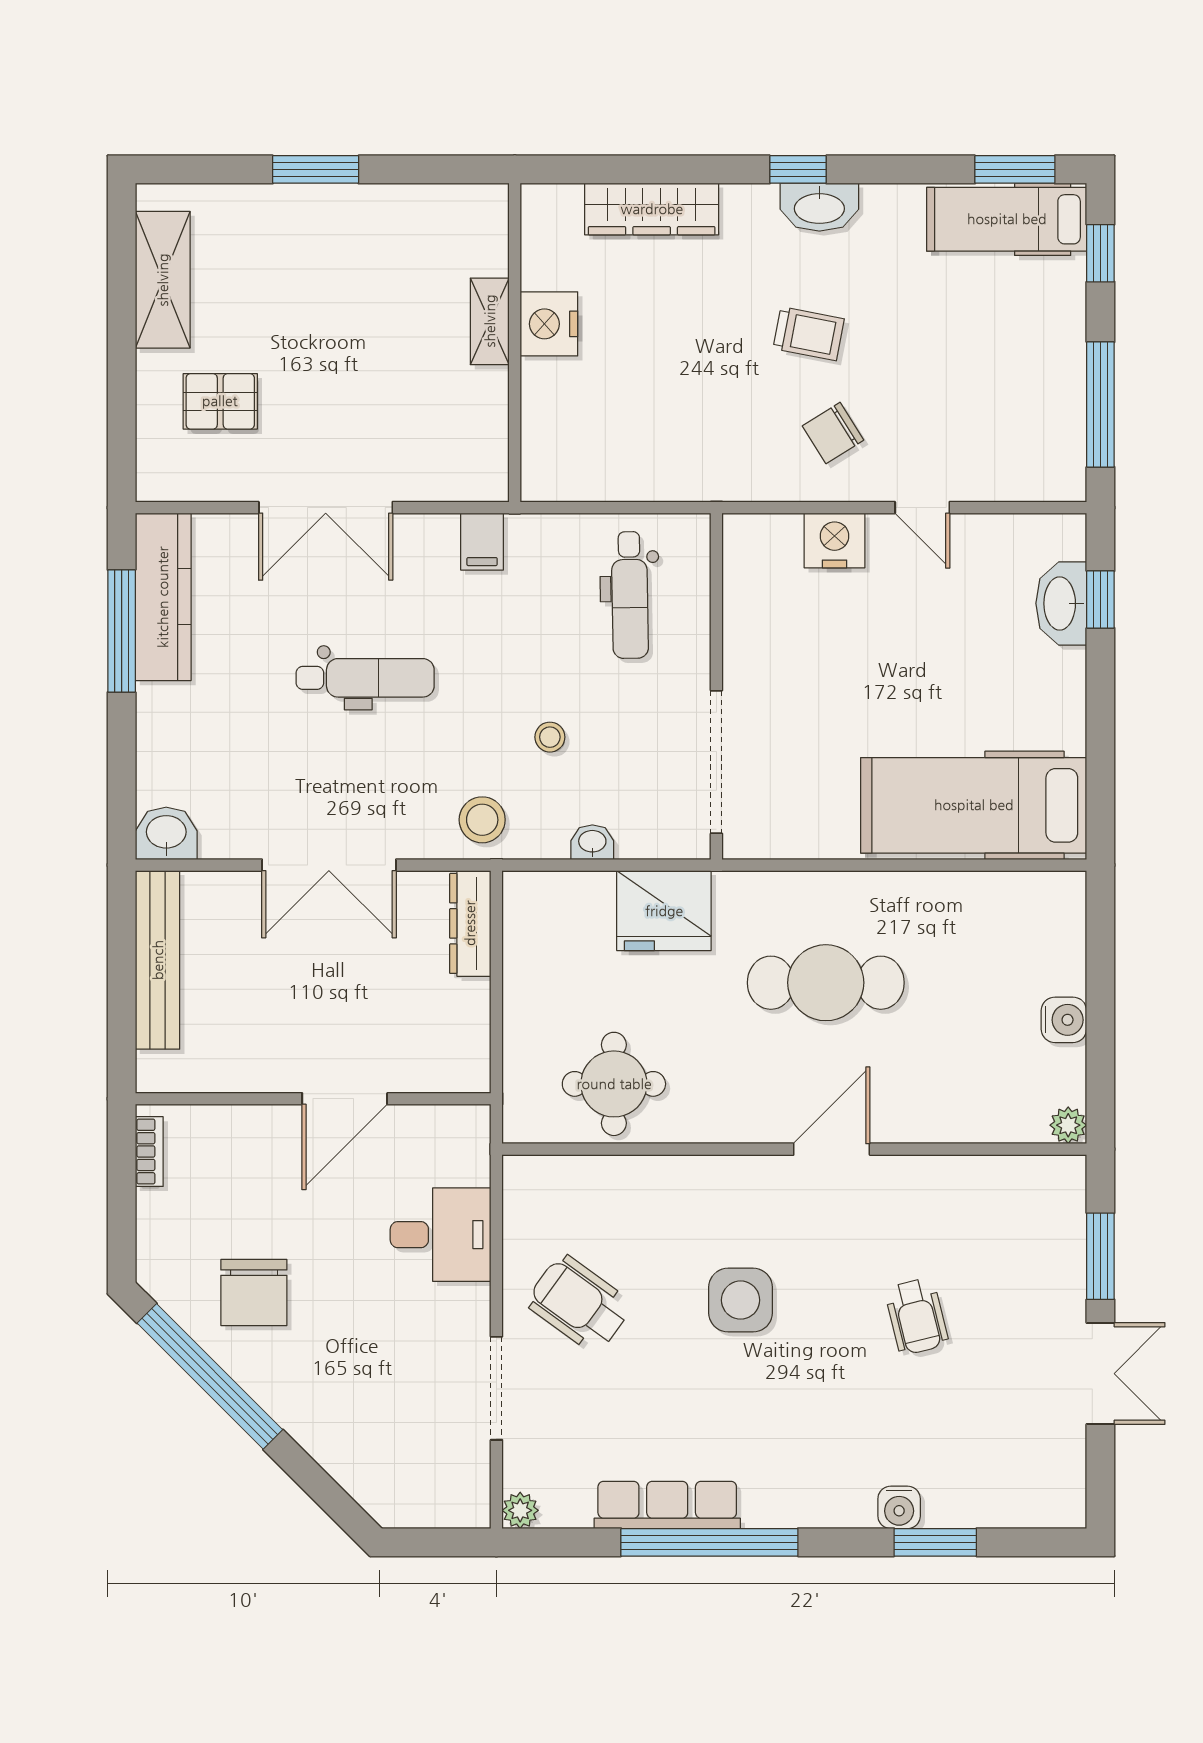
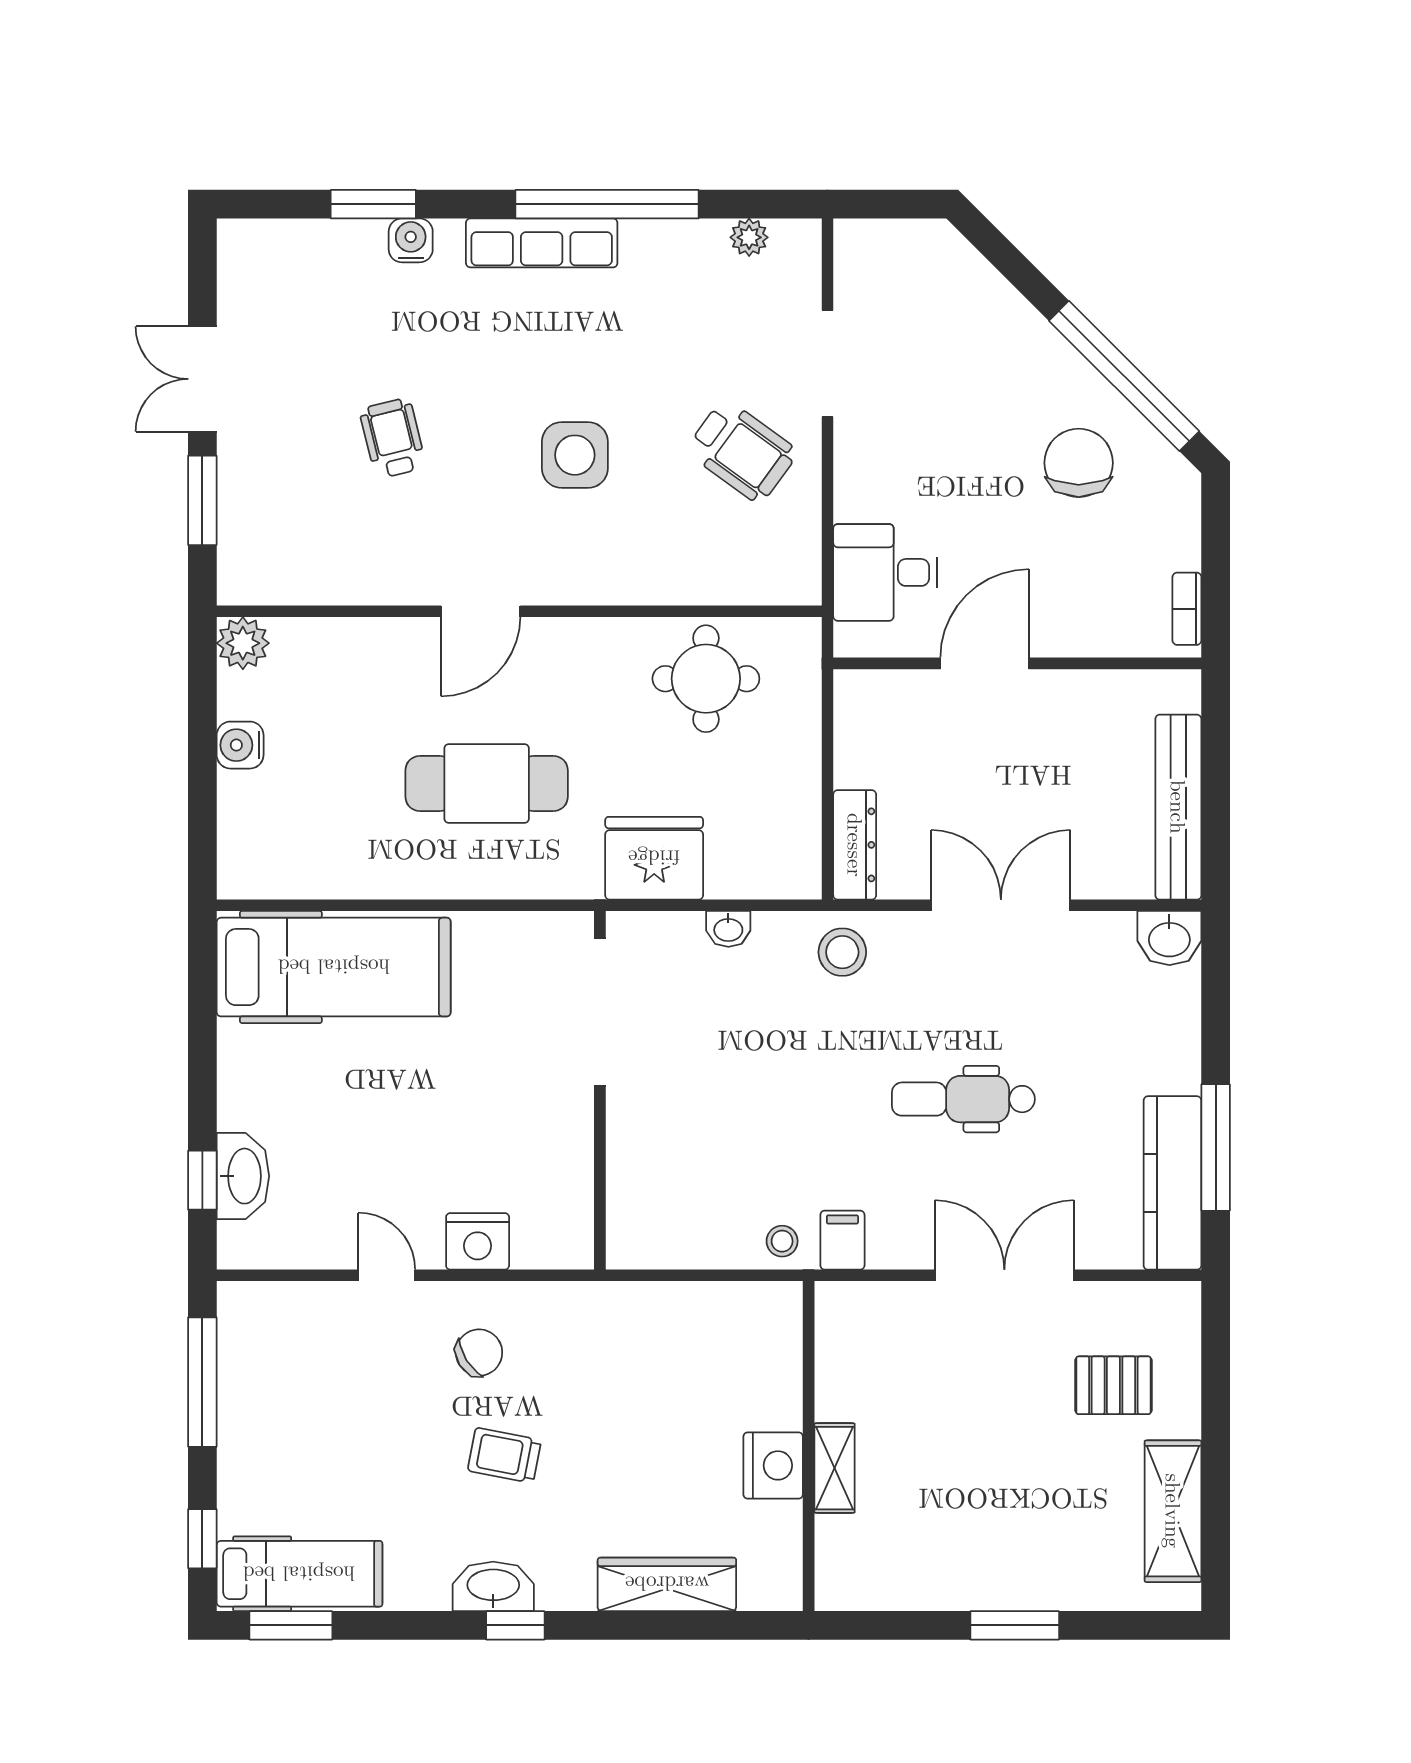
dental chair: (630, 595) -> (689, 1185), removed
stool: (550, 737) -> (782, 1241), moved
plant: (1068, 1125) -> (243, 643), width x1.38, depth x1.38
desk: (441, 1235) -> (885, 572), moved
row of seats: (667, 1505) -> (542, 243), moved
plant: (520, 1510) -> (749, 237), moved

